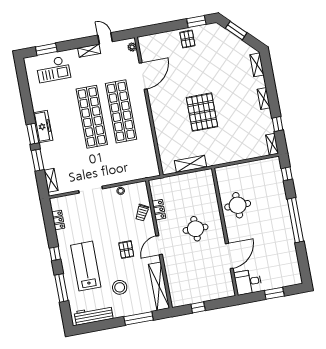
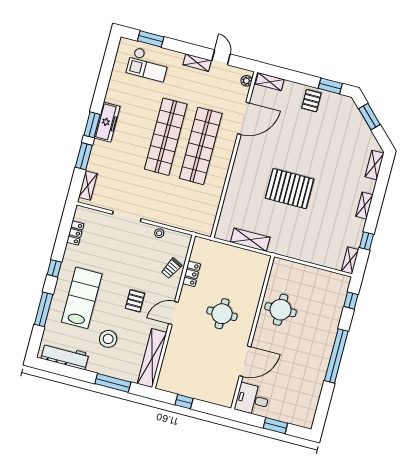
shelving: (150, 39) -> (270, 82), added
pallet: (202, 112) -> (290, 189), turned 90

